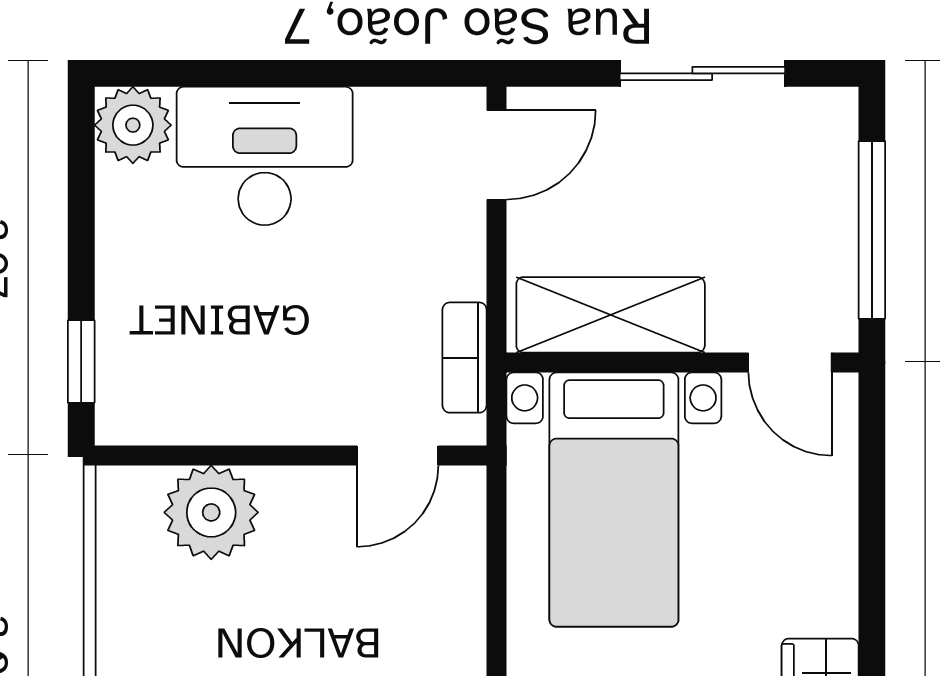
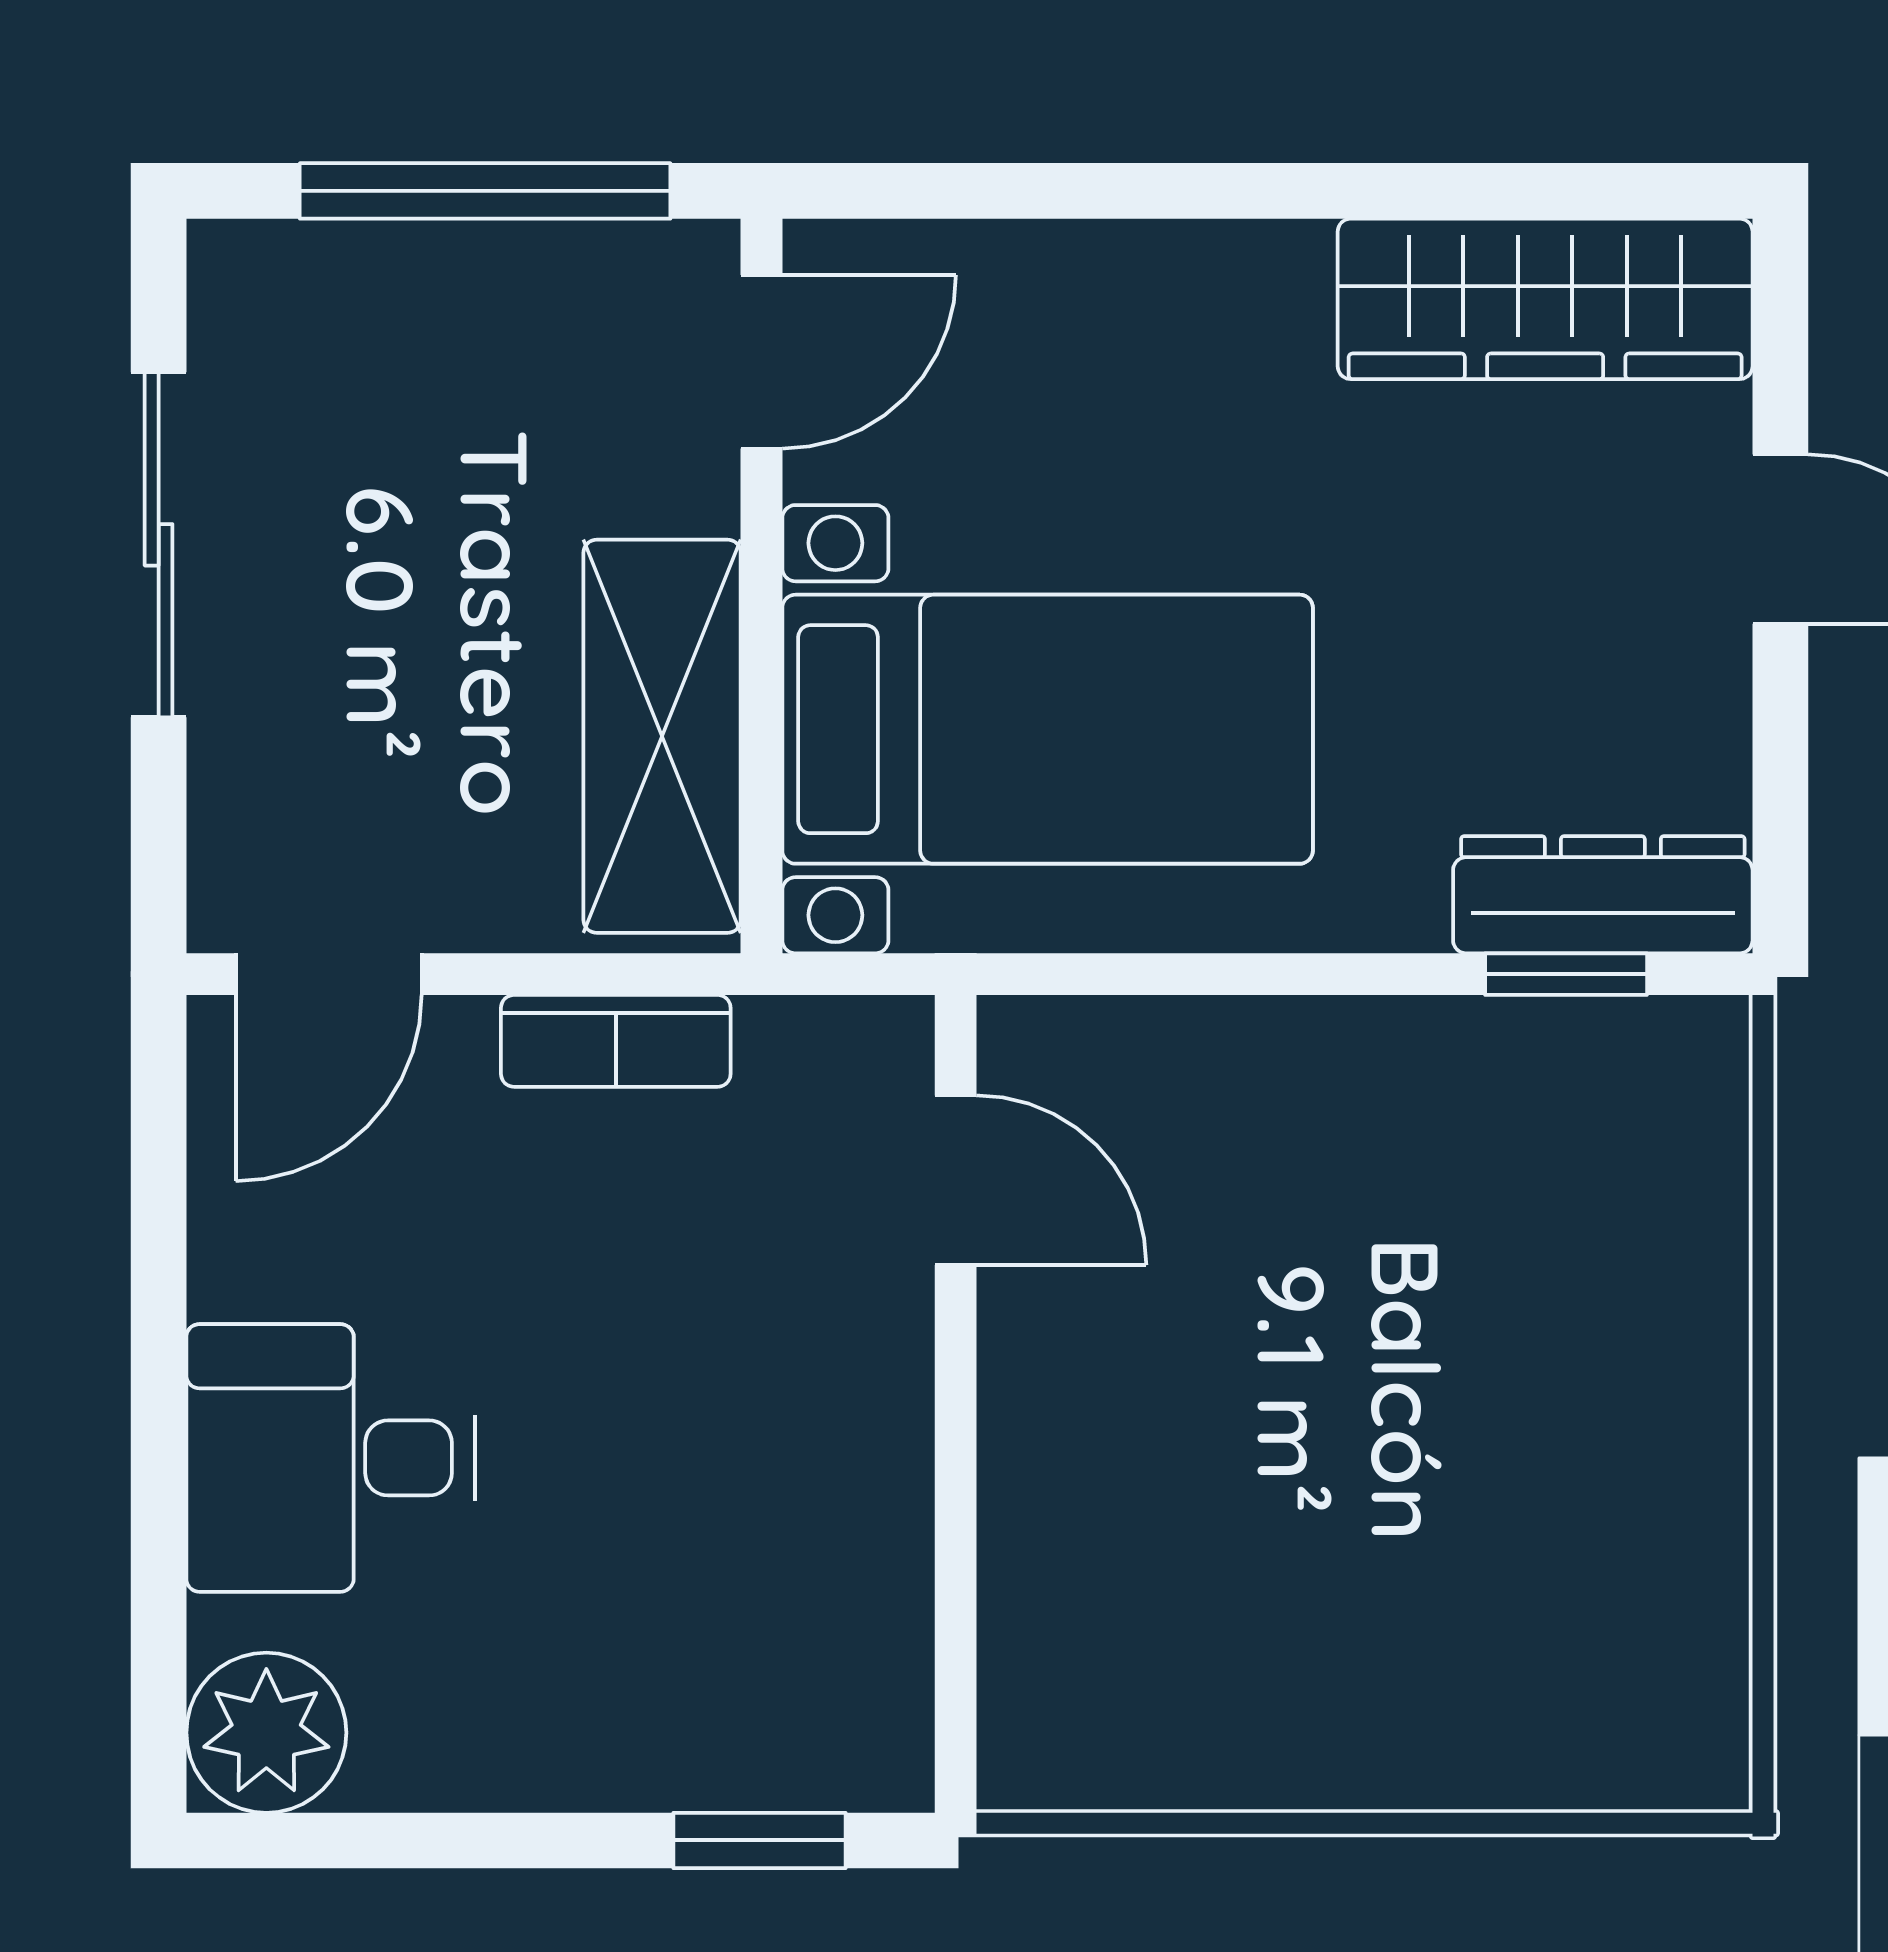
door: (497, 155) -> (329, 974), swing flipped
desk: (265, 156) -> (331, 1458), width x0.73
bookcase: (465, 358) -> (616, 1041), moved
plant: (211, 512) -> (1074, 1569), removed

